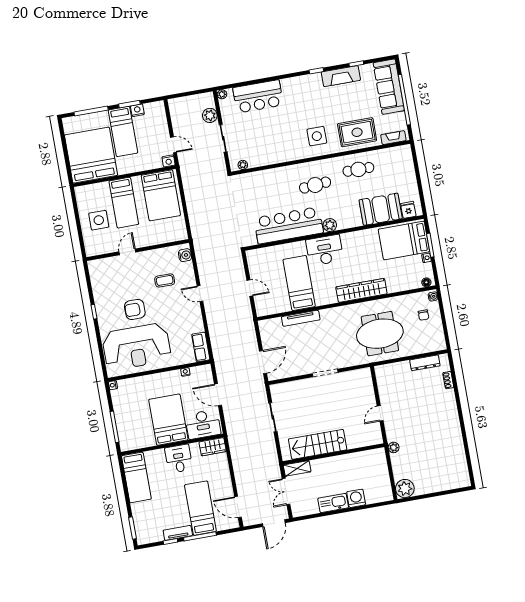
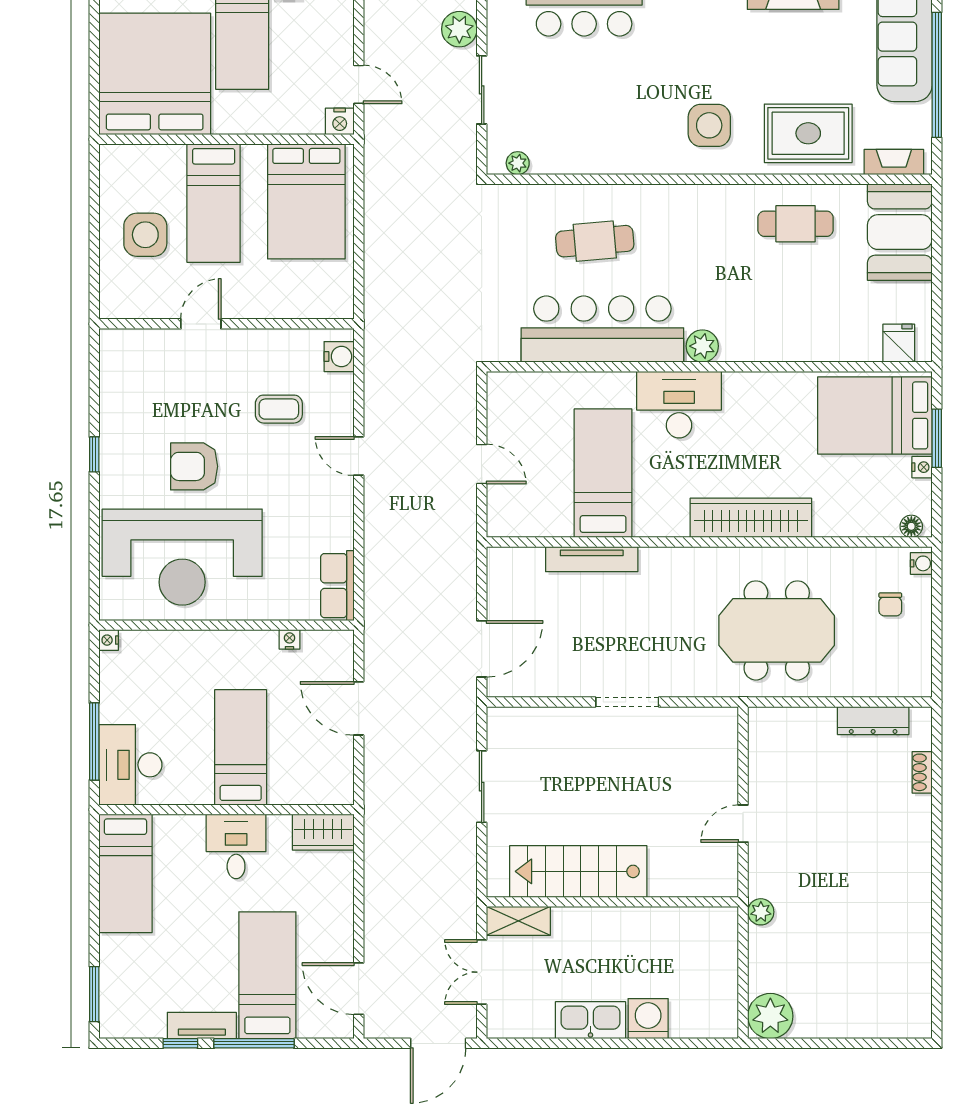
cafe table: (315, 185) -> (595, 241), moved
booth: (381, 209) -> (900, 232), moved, turned 90
bed: (168, 420) -> (241, 747), width x0.67
desk: (203, 424) -> (130, 765), moved, turned 90

